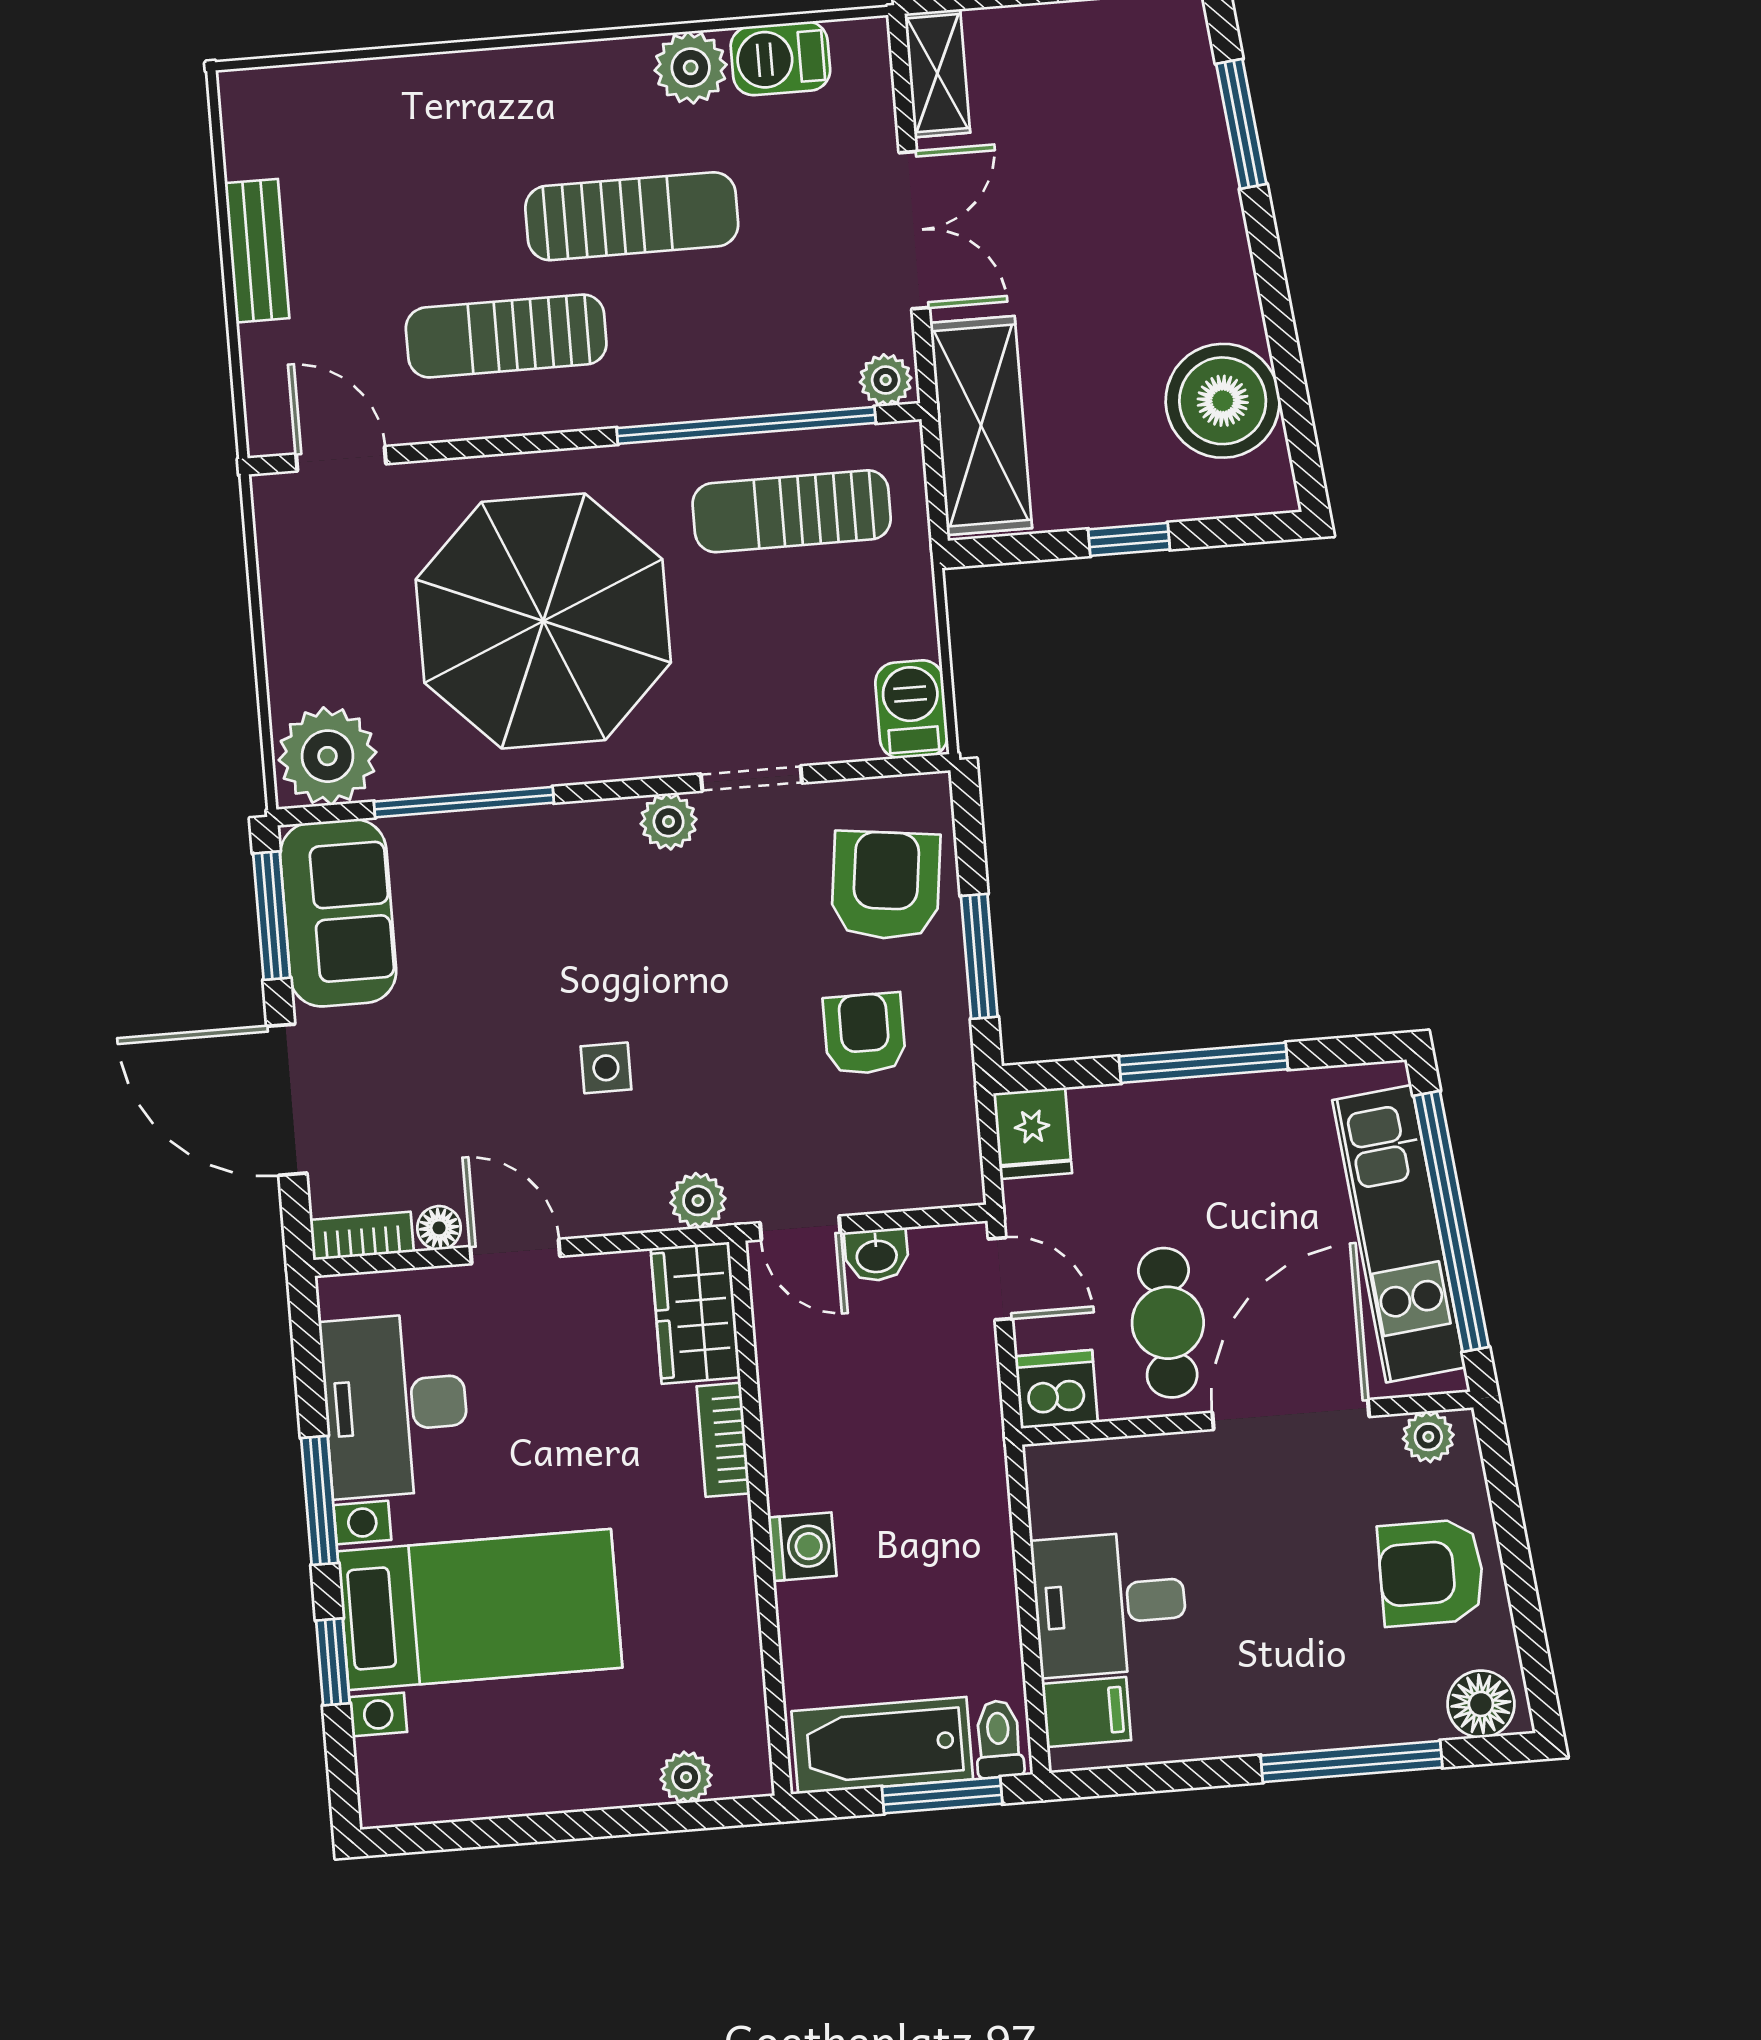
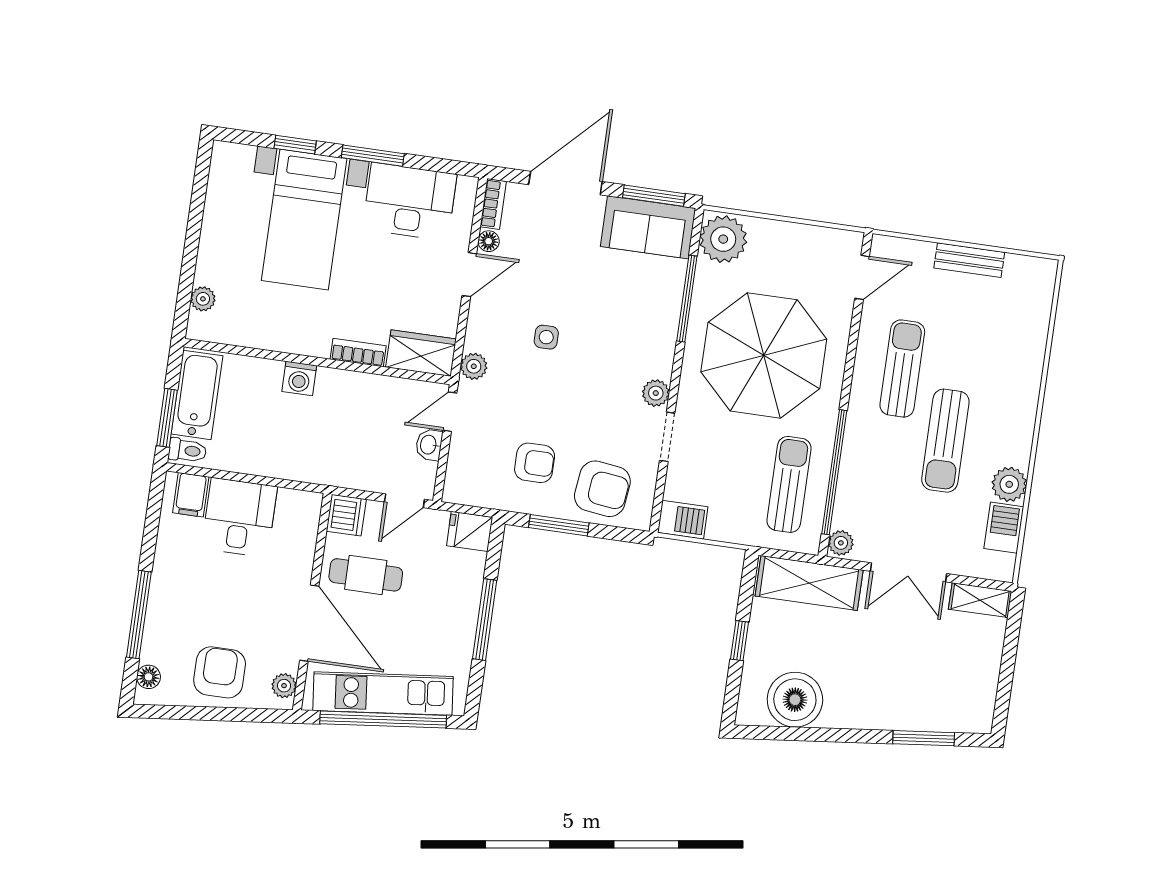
floor lamp: (1481, 1704) -> (149, 677), width x0.73, depth x0.73

